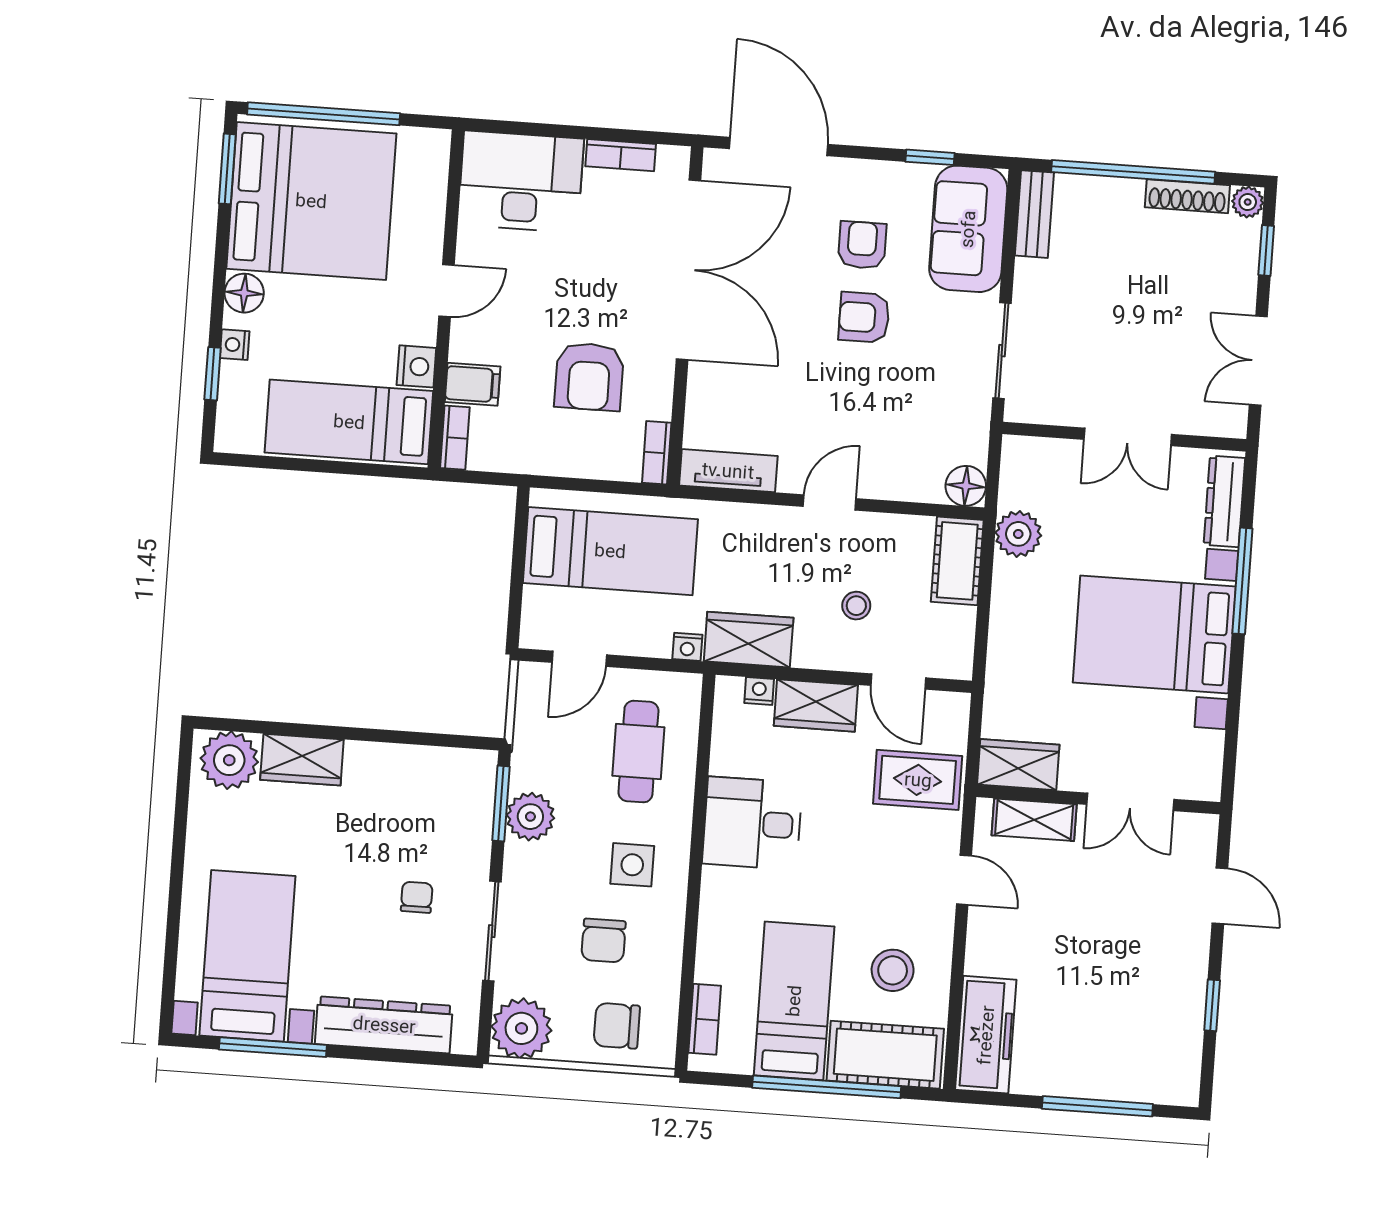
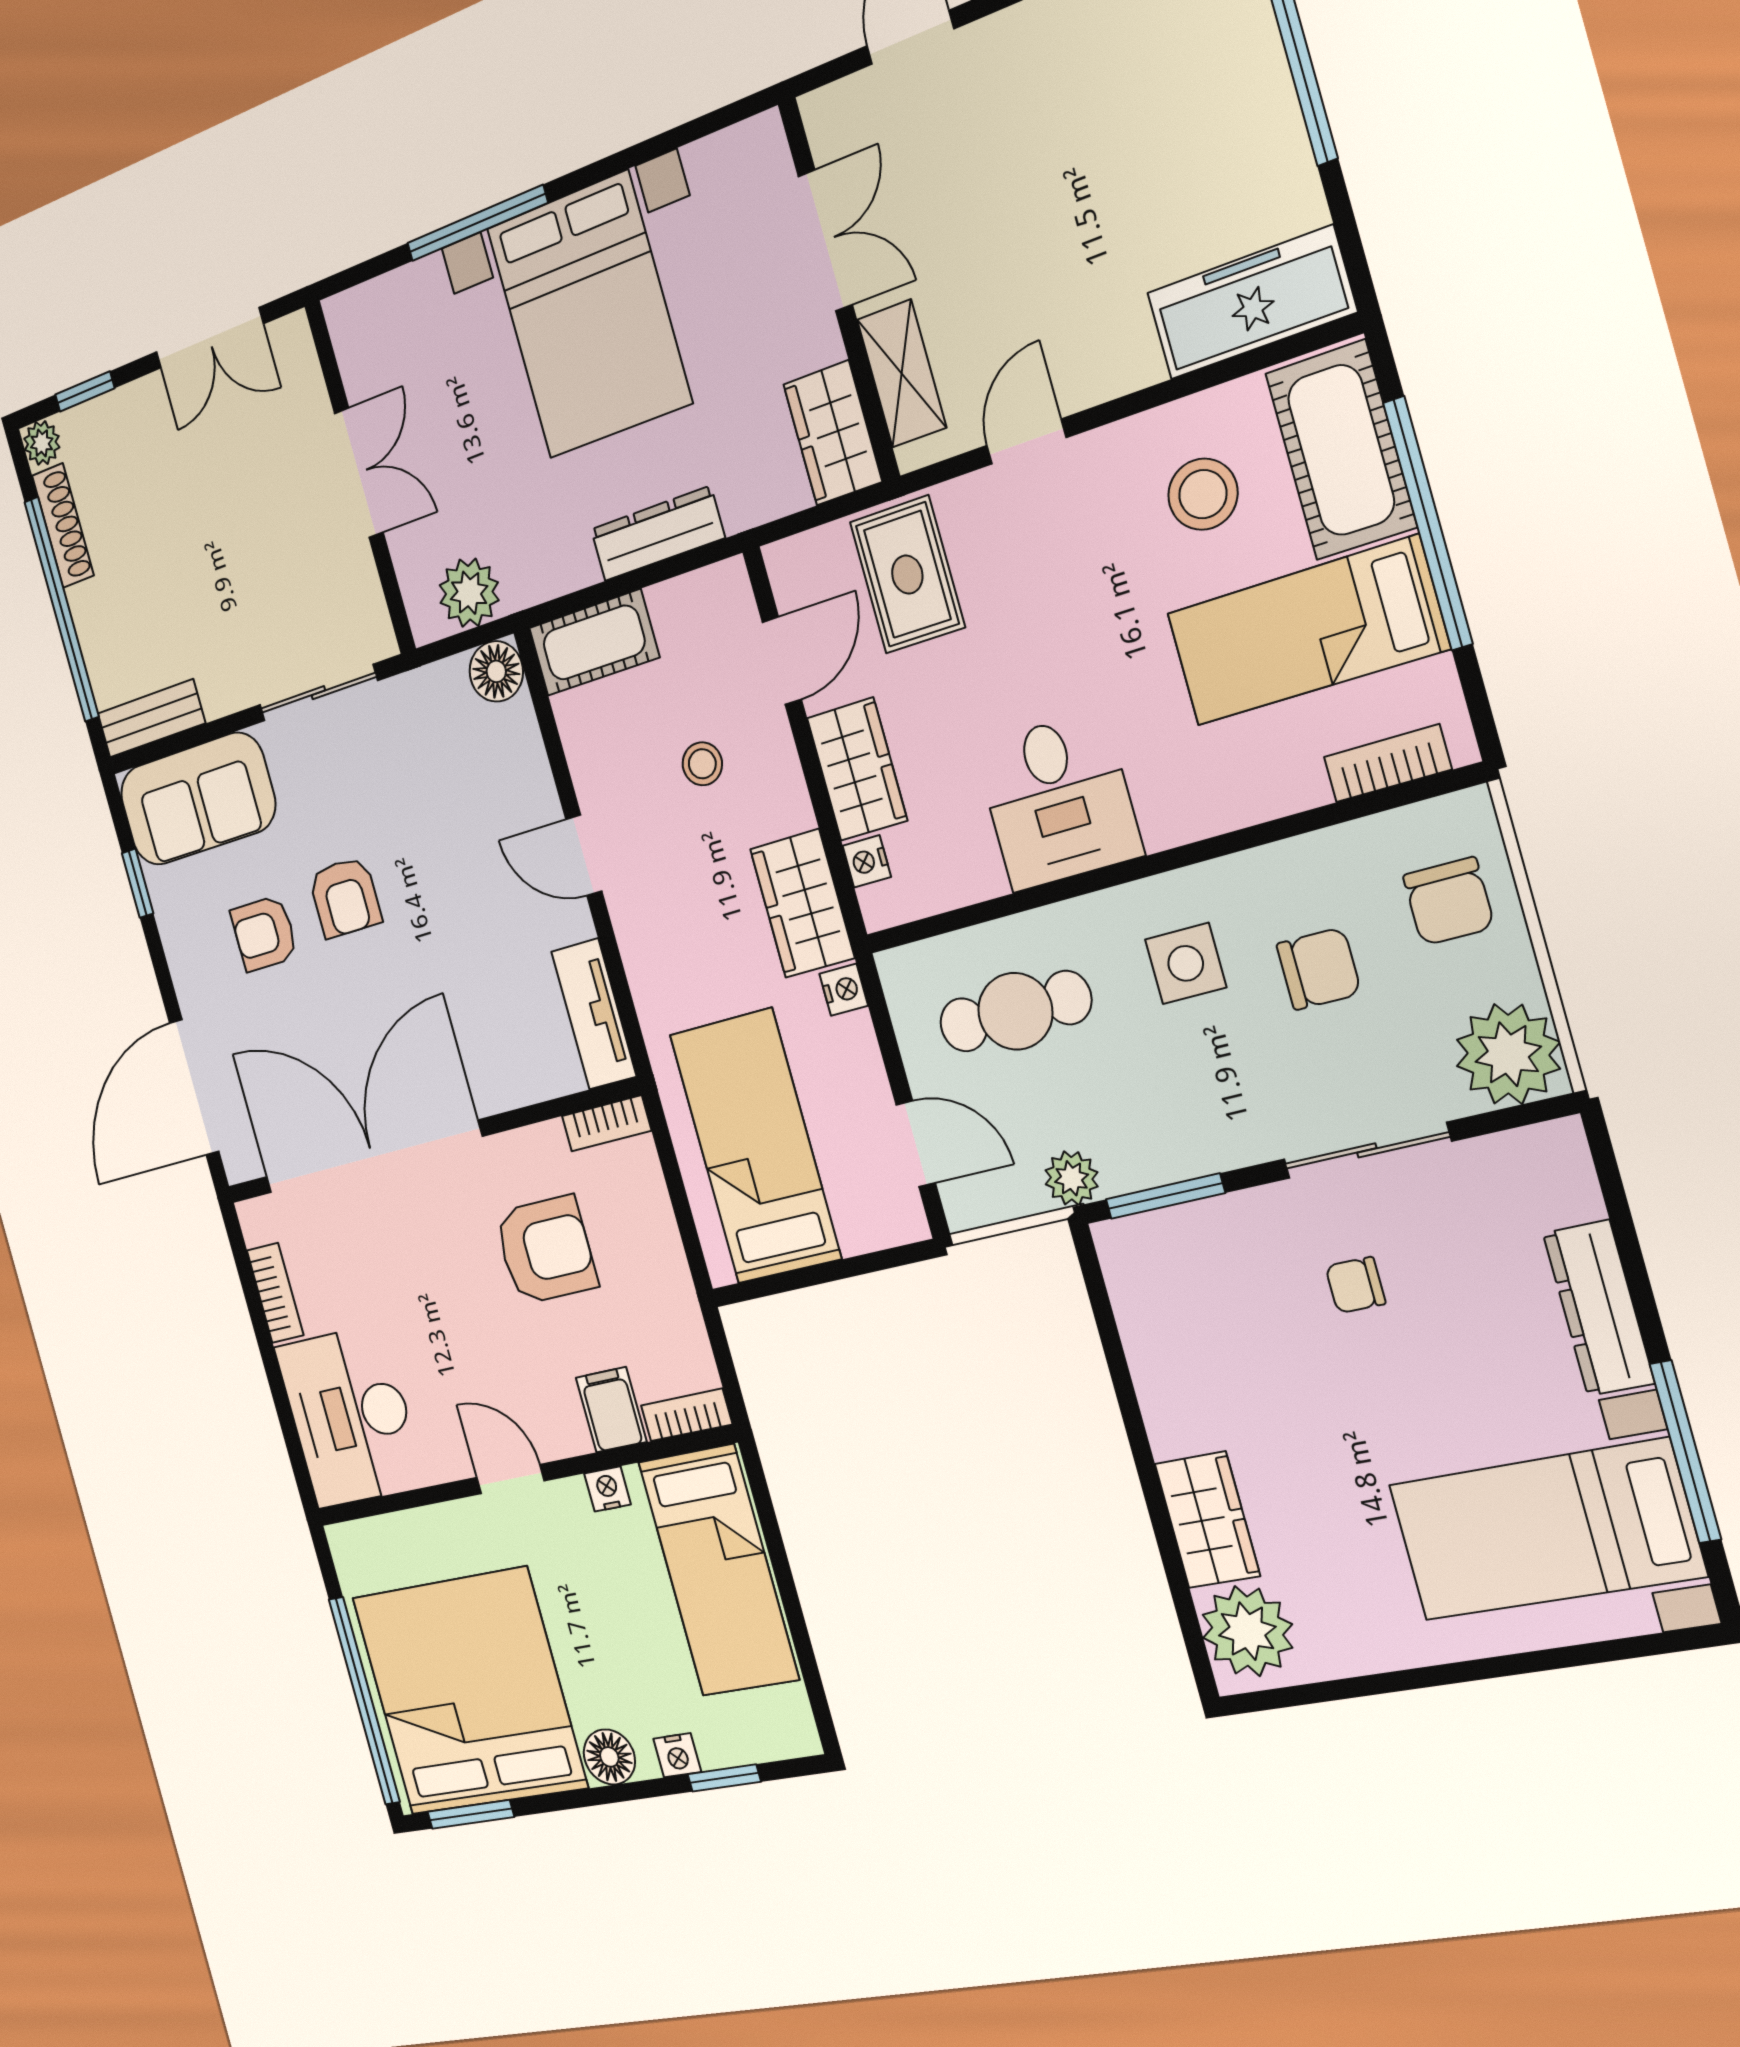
nightstand: (416, 366) -> (608, 1489), width x0.72, depth x0.74
dresser: (1224, 501) -> (657, 534), moved, turned 180
plant: (1018, 534) -> (469, 593), moved
plant: (530, 817) -> (1072, 1178), moved, width x0.73, depth x0.73
dresser: (384, 1025) -> (1599, 1308), width x0.73, depth x0.80

